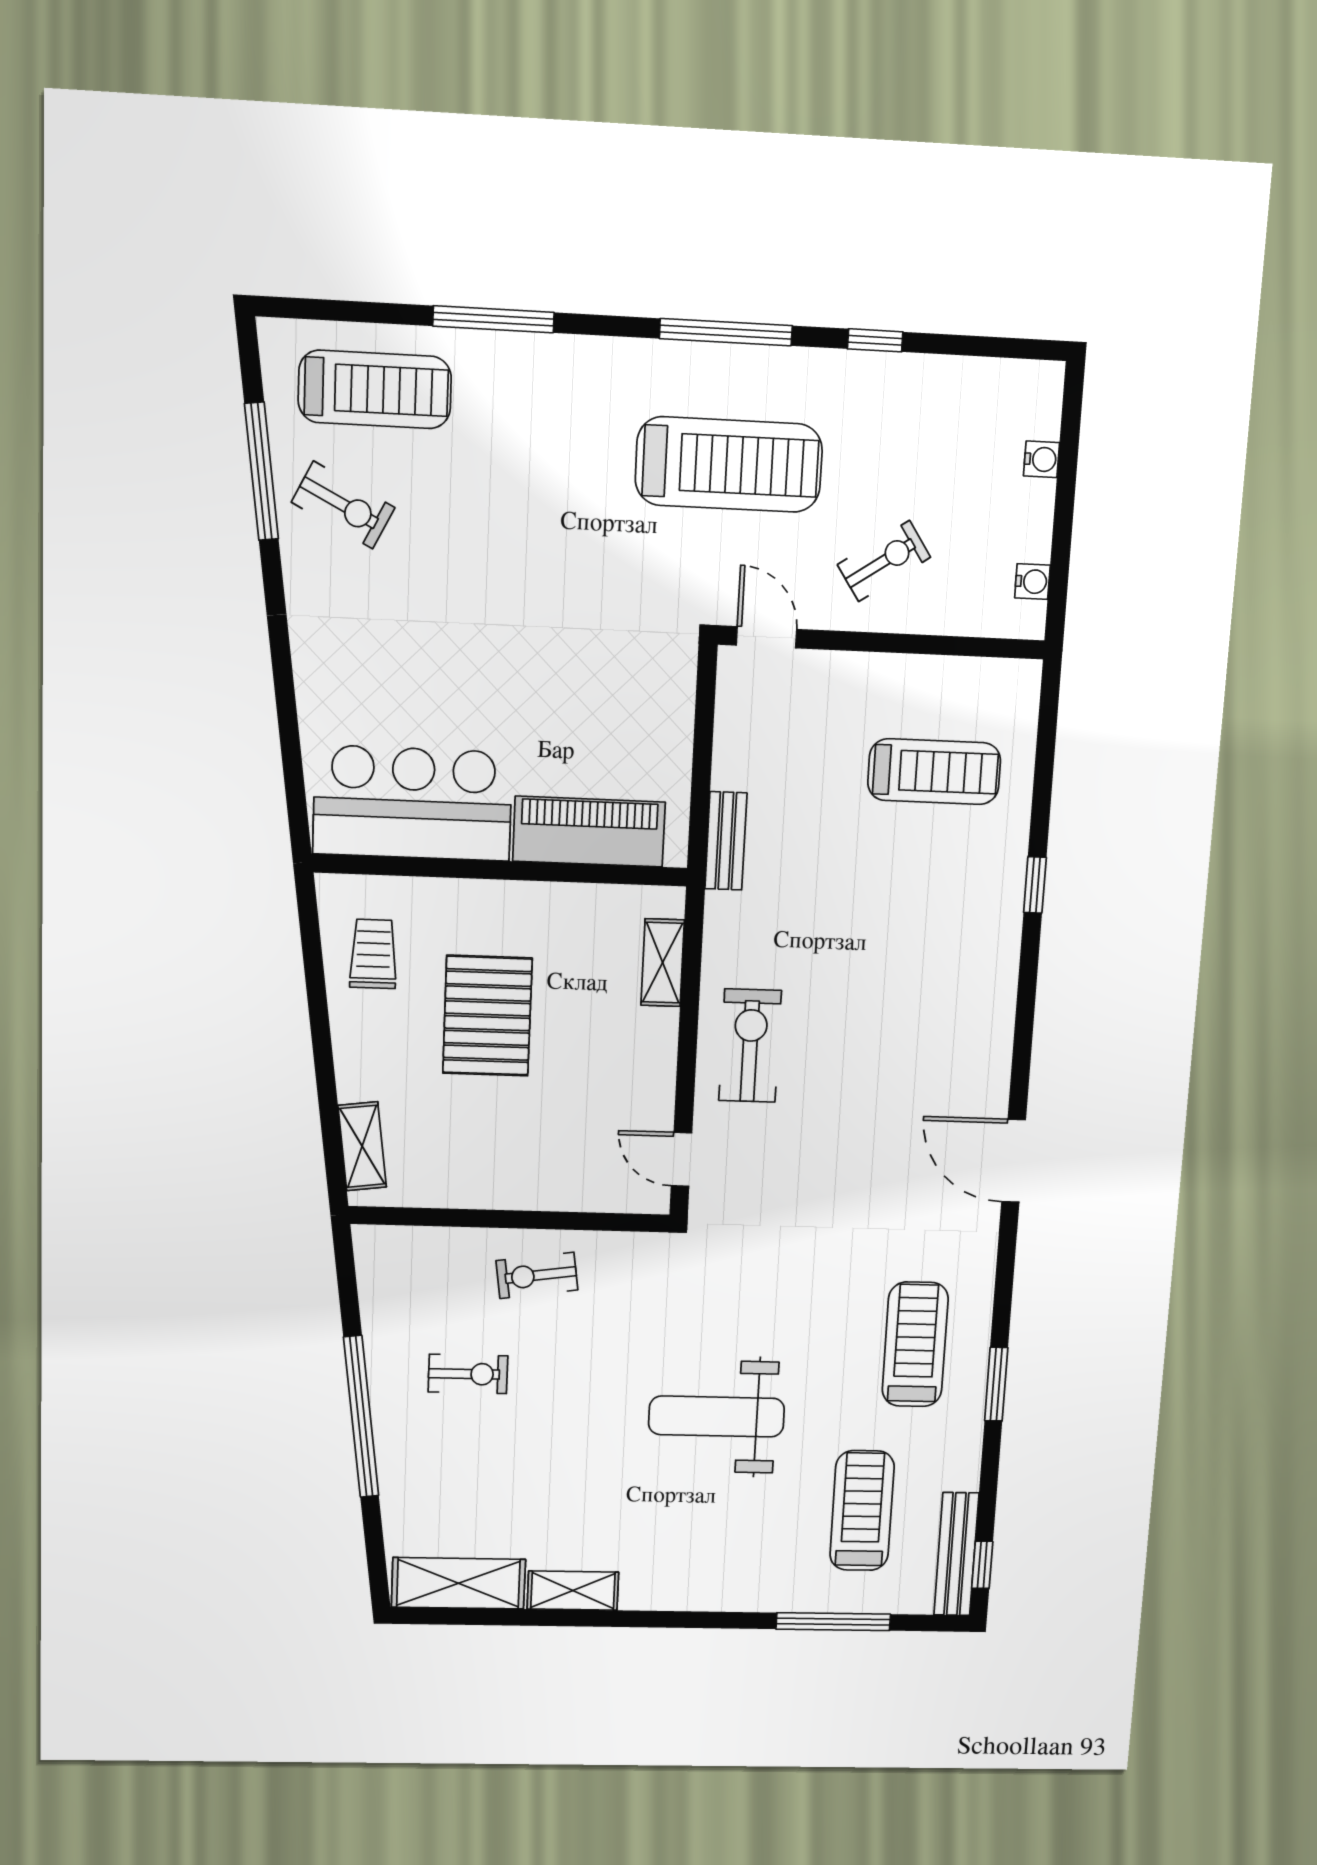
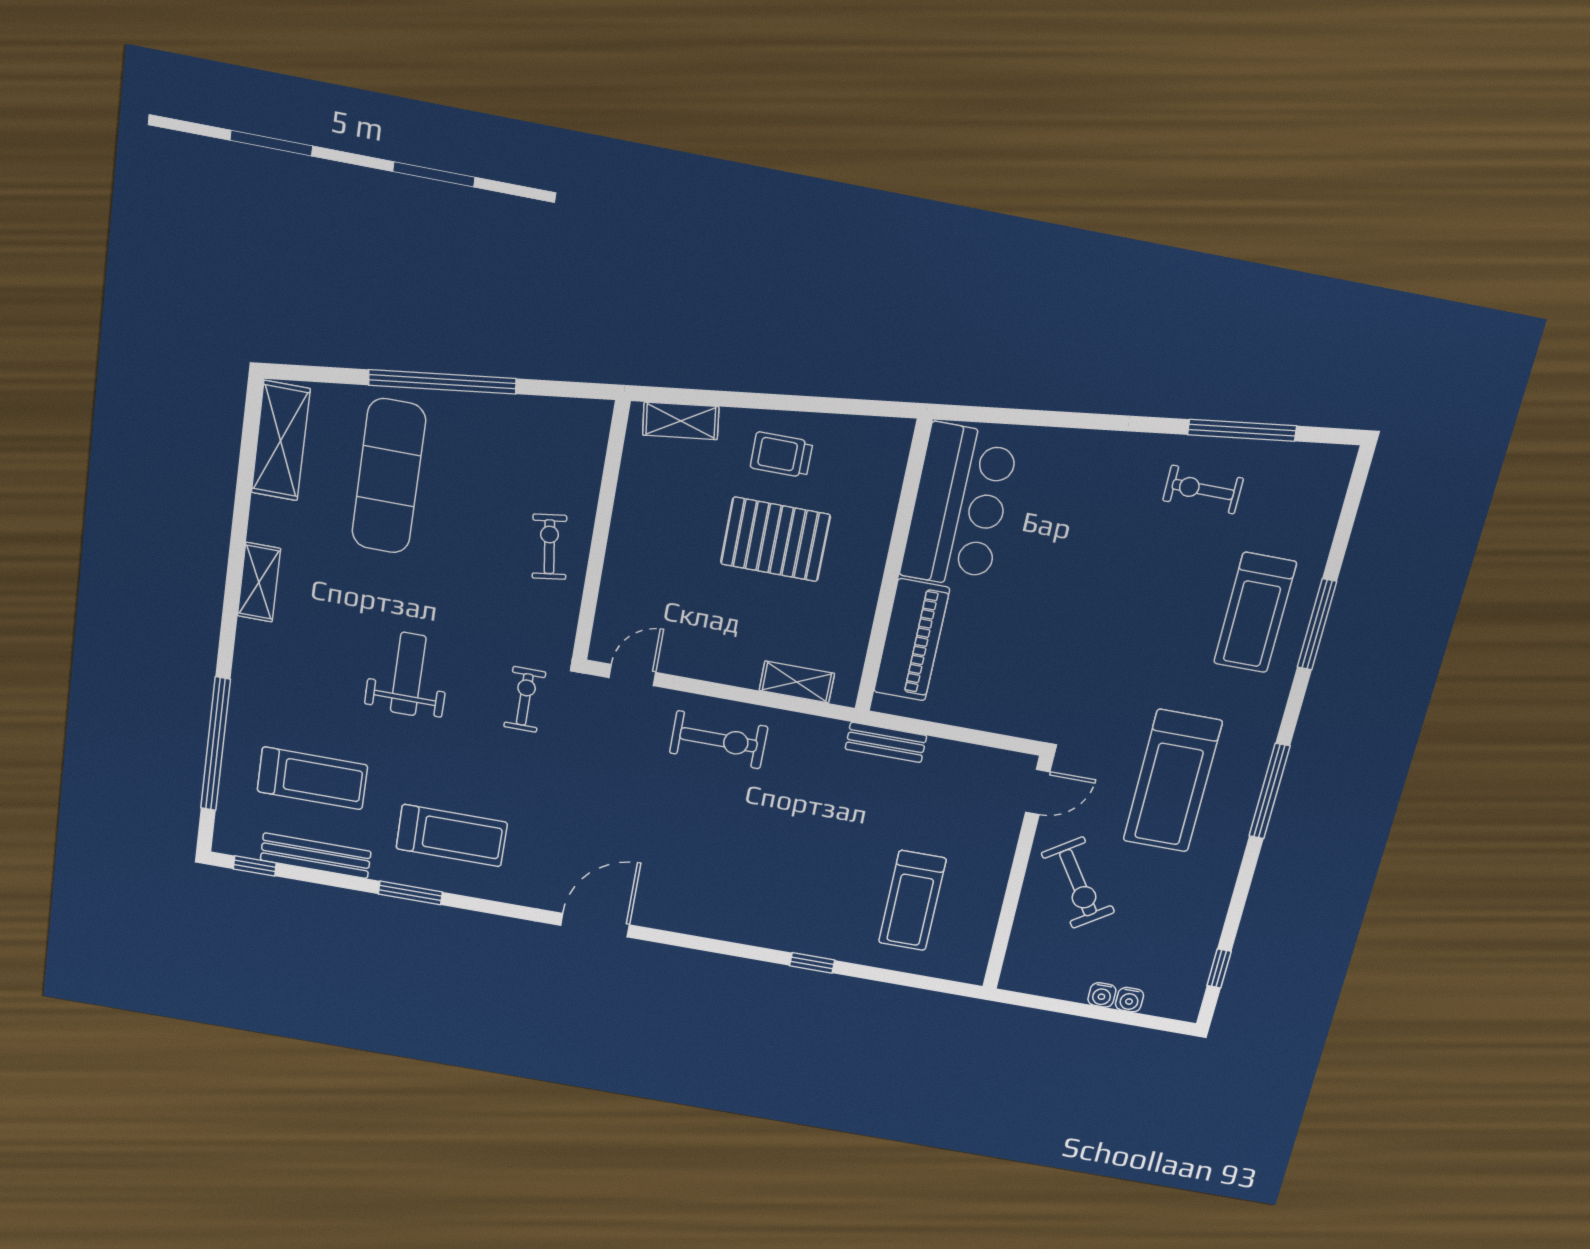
window: (875, 340) -> (1219, 968), moved
treadmill: (375, 389) -> (1255, 613), moved
exercise bike: (343, 505) -> (1203, 489), turned 63
exercise bike: (884, 561) -> (1078, 883), width x1.38, depth x1.39
water cooler: (1032, 582) -> (1102, 995), moved
trolley: (373, 954) -> (782, 455), moved, turned 180
exercise bike: (468, 1374) -> (525, 699), moved, turned 180
weight bench: (717, 1416) -> (408, 674), width x0.73, depth x0.75
exercise mat: (481, 1463) -> (389, 476), added
bench: (956, 1554) -> (316, 856), moved
shelving: (573, 1591) -> (259, 582), moved
window: (833, 1622) -> (216, 744), width x1.46

